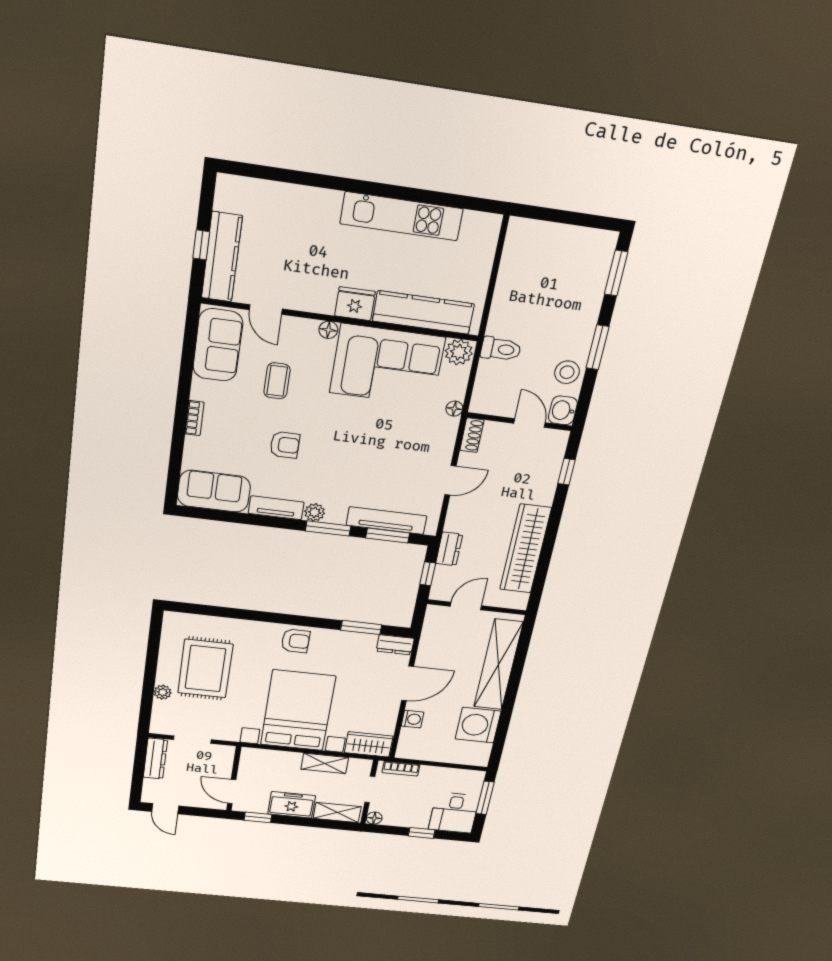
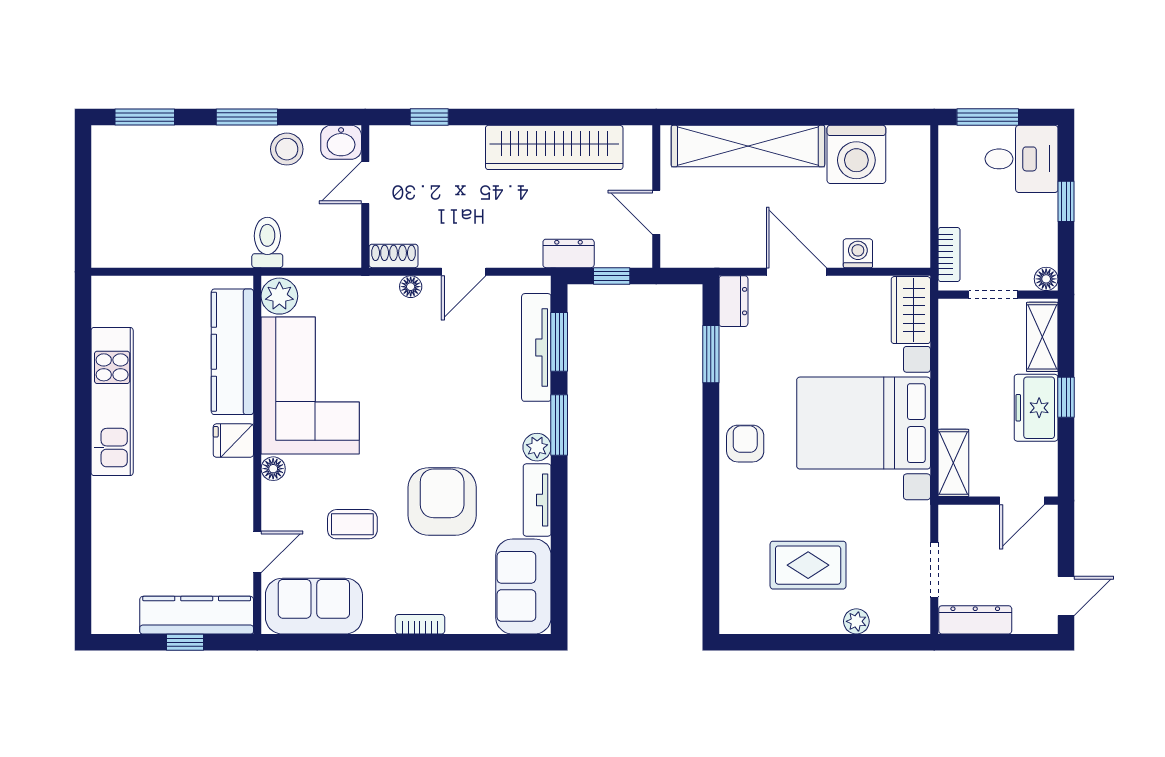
fridge: (355, 304) -> (233, 441), width x0.72
floor lamp: (454, 409) -> (411, 287), moved
armchair: (285, 445) -> (442, 501), width x1.88, depth x1.88
door: (450, 480) -> (464, 272), swing flipped
rug: (205, 669) -> (808, 565), width x0.73, depth x0.70
shelving: (325, 763) -> (953, 463), moved
window: (258, 817) -> (1066, 397), moved

